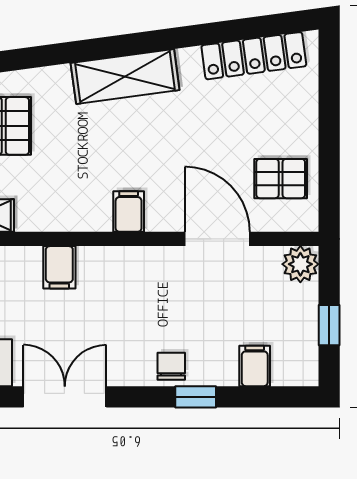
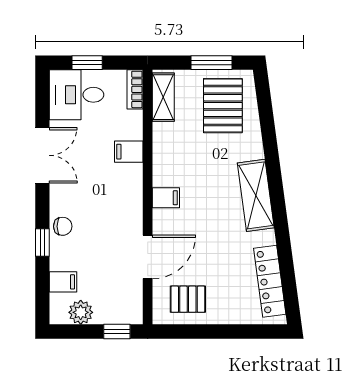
pallet: (281, 179) -> (188, 299), turned 90
plant: (300, 264) -> (81, 312), moved
window: (329, 325) -> (117, 331), moved

